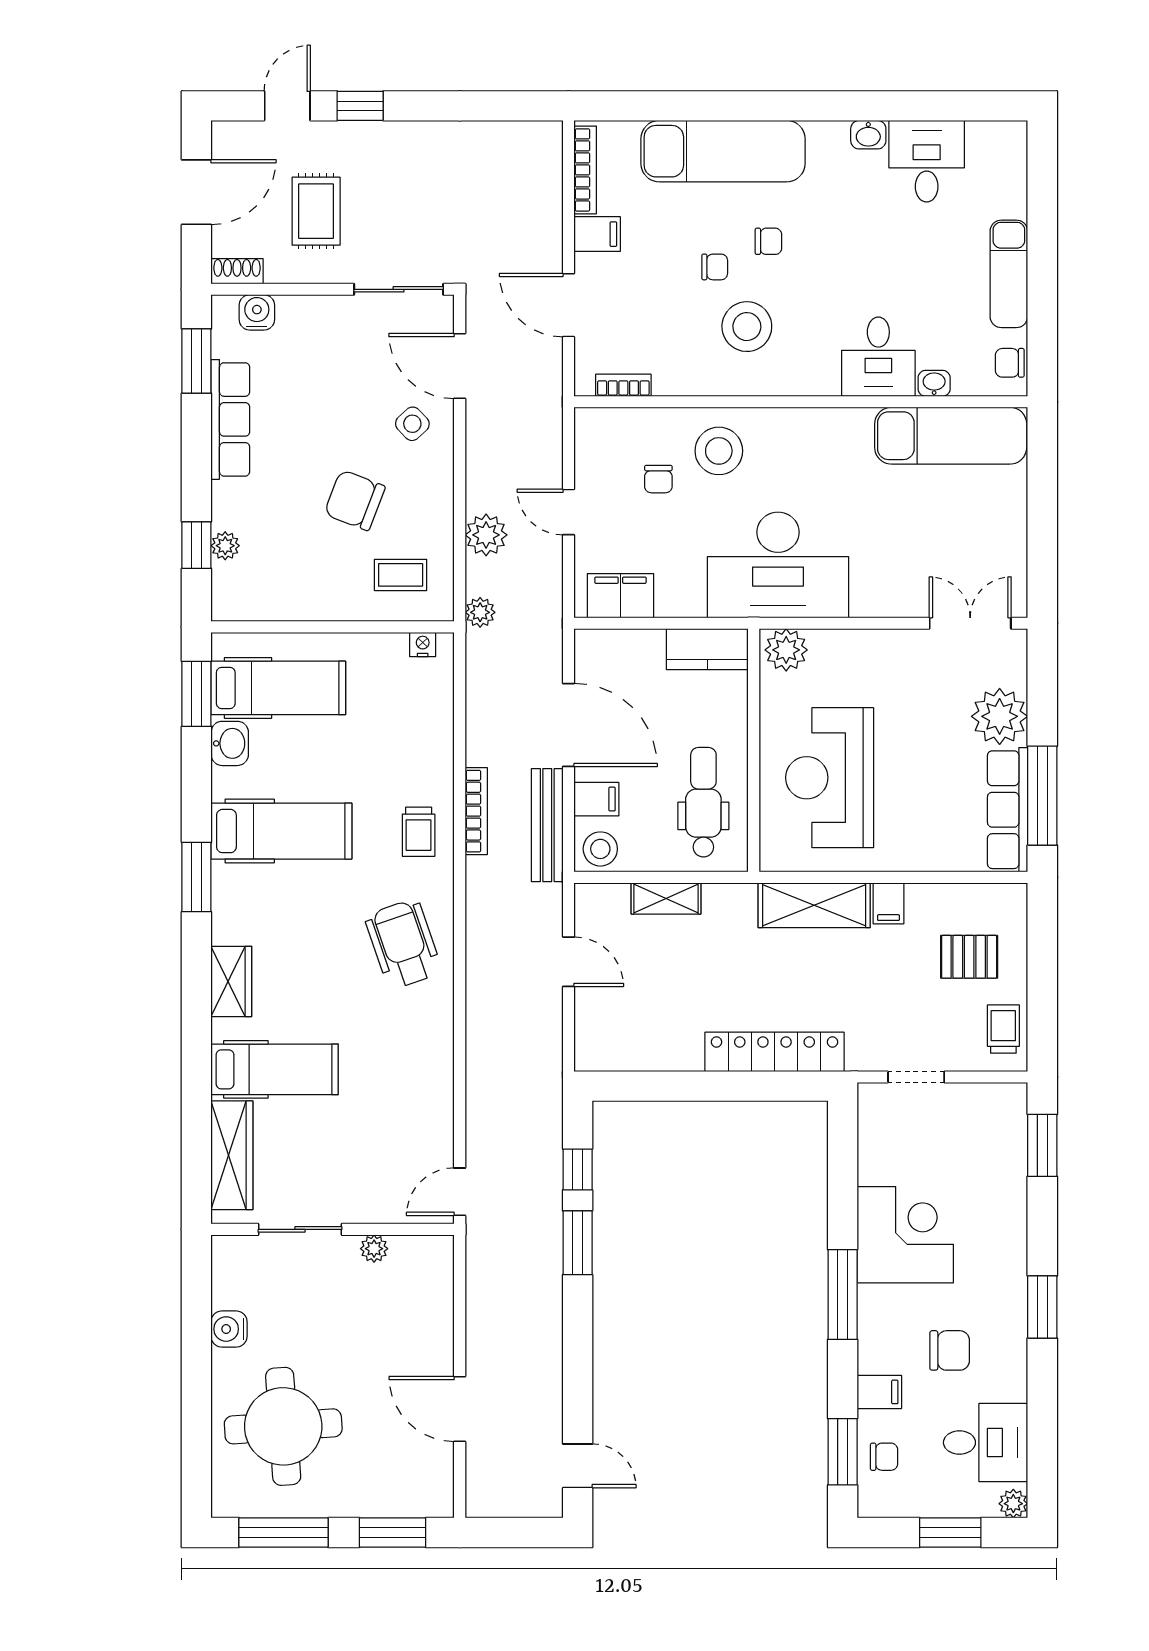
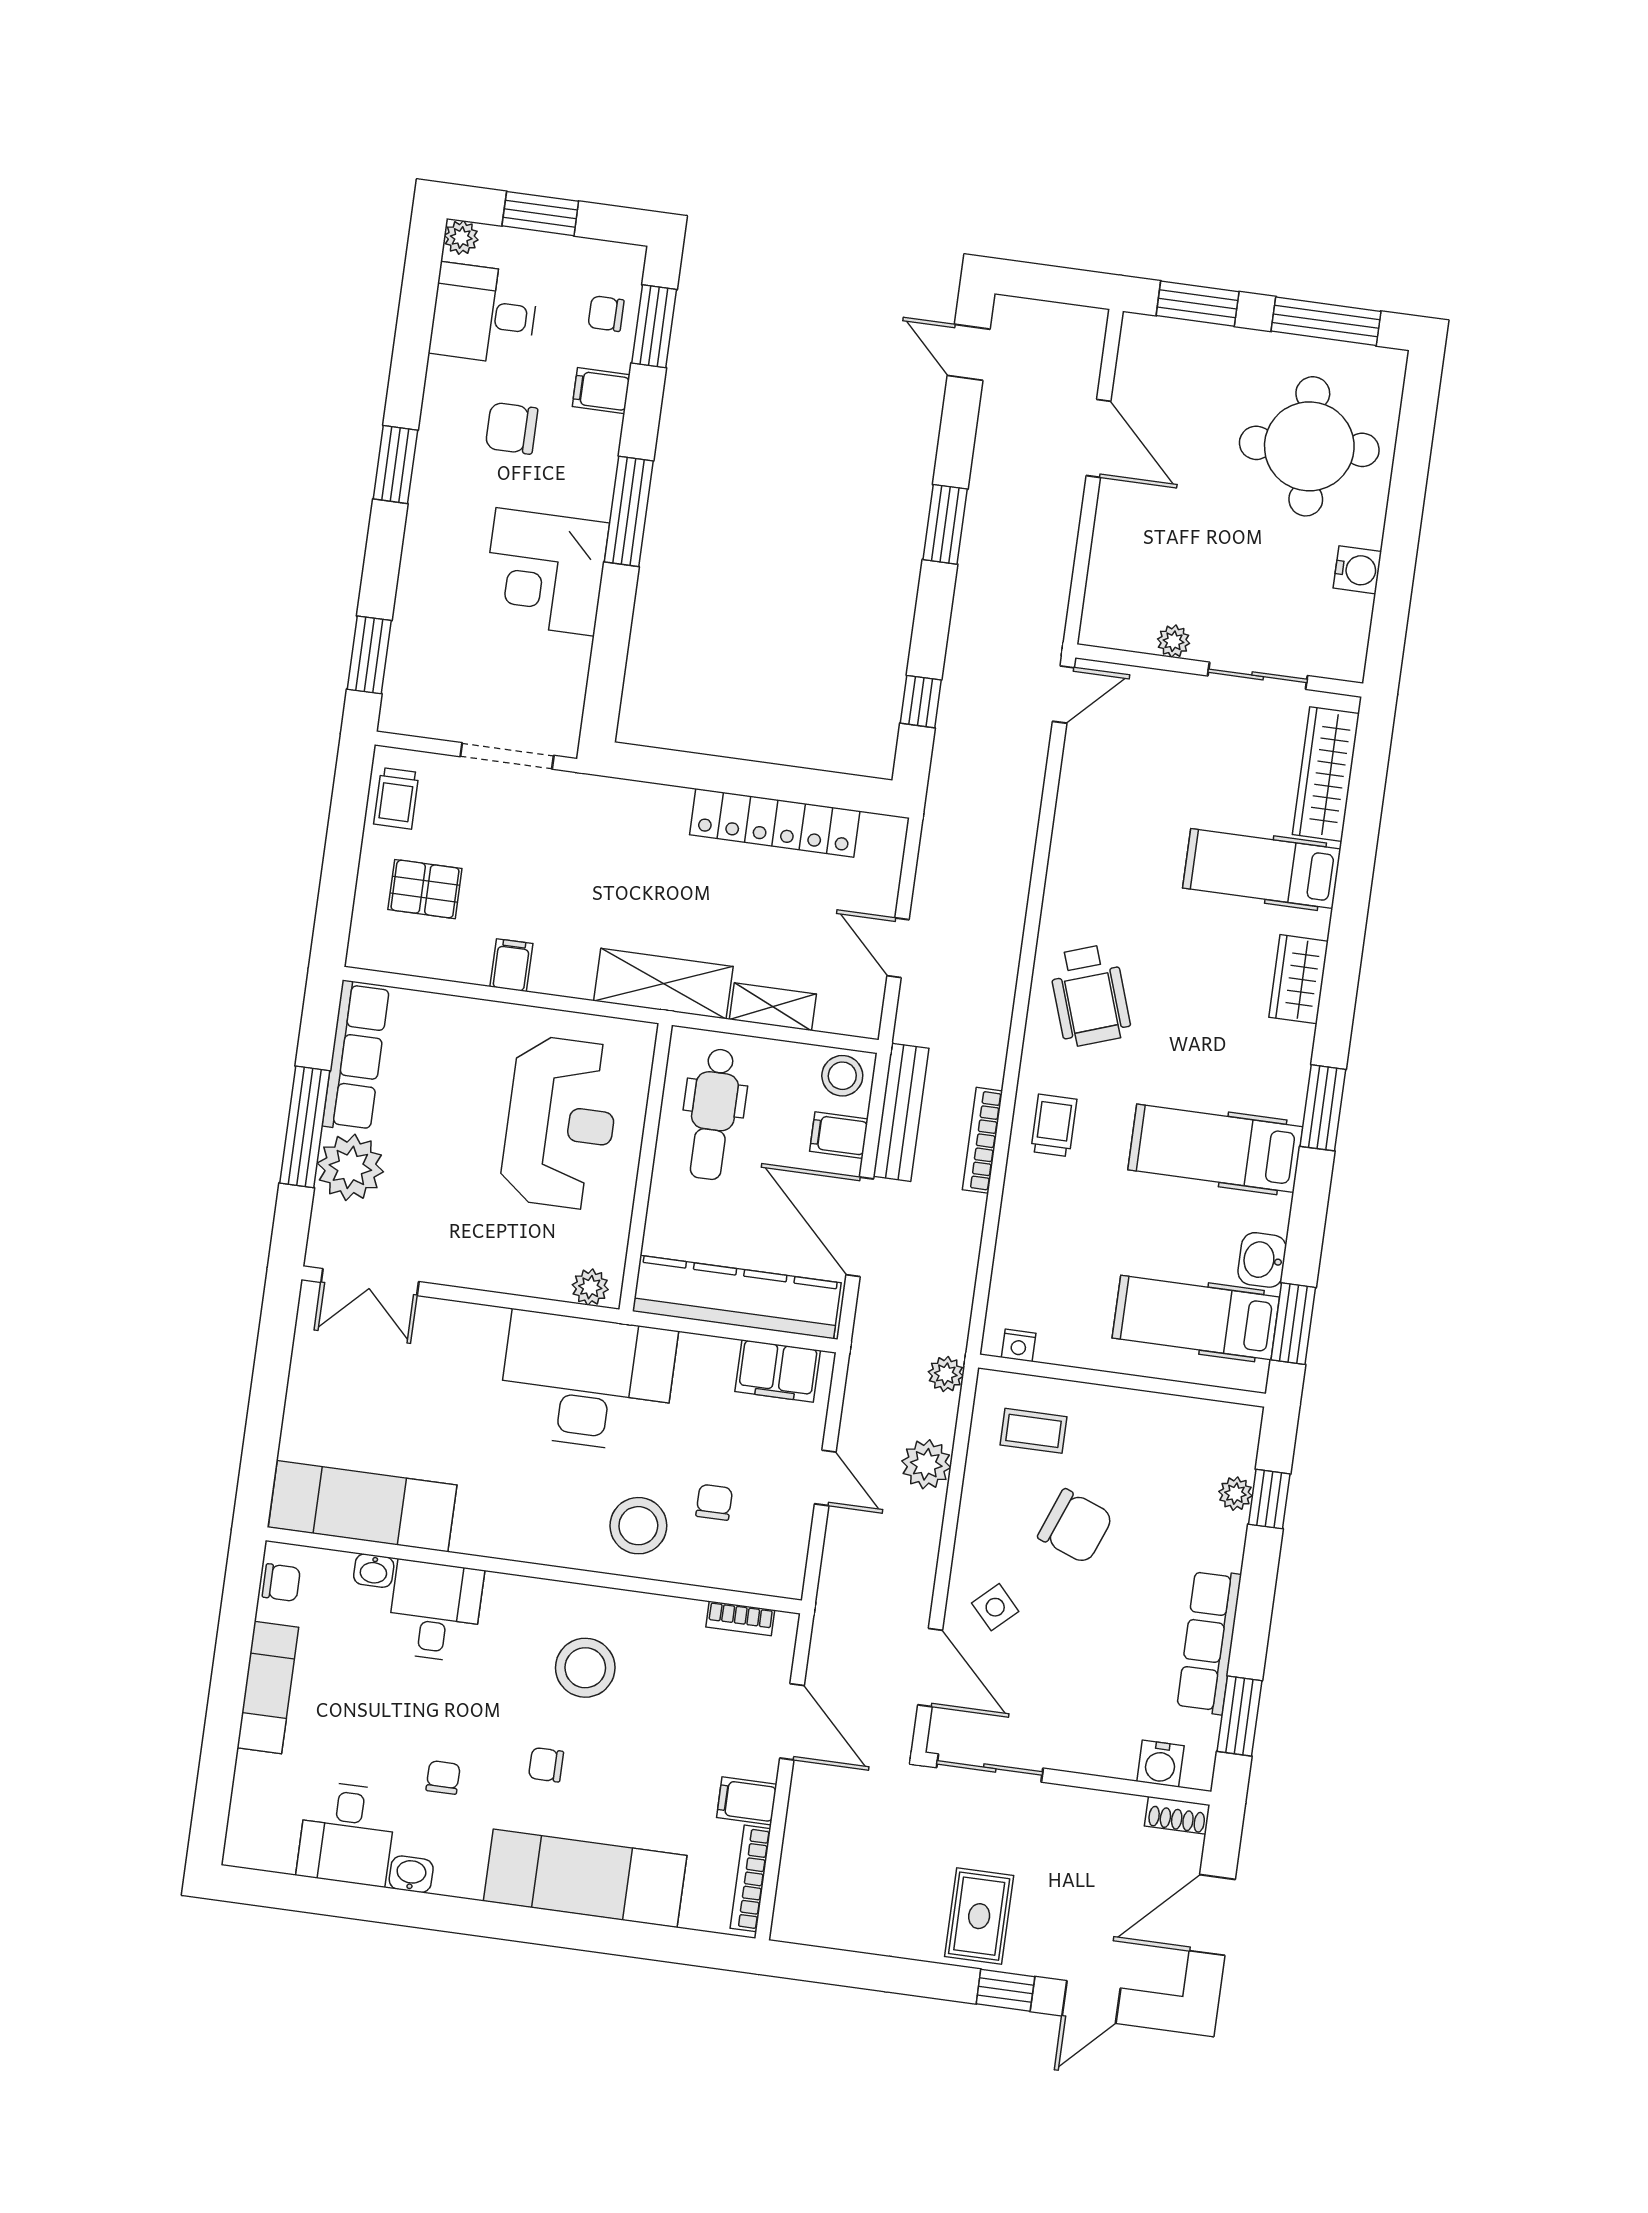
rug: (316, 211) -> (979, 1916), moved
chair: (715, 267) -> (443, 1777), moved, turned 90
kitchen counter: (707, 649) -> (737, 1297), width x2.08, depth x1.17
plant: (786, 650) -> (590, 1287), width x0.73, depth x0.73
window: (1042, 796) -> (305, 1127), moved
shelving: (814, 905) -> (663, 984), moved
locker: (774, 1052) -> (775, 823), moved
doorway: (916, 1077) -> (507, 756), width x1.38
window: (578, 1243) -> (945, 524), moved

